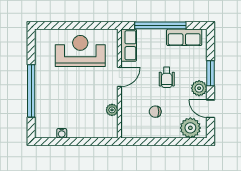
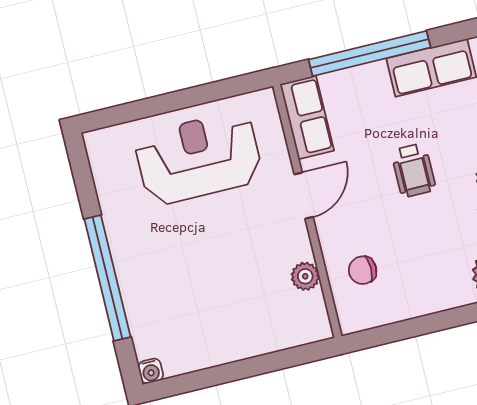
chair: (155, 112) -> (363, 270), moved
water cooler: (62, 133) -> (151, 371), moved

